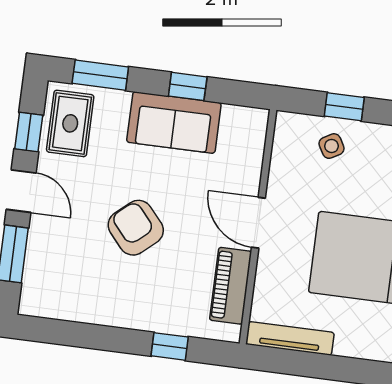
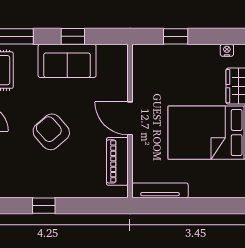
side table: (332, 146) -> (171, 63), removed
window: (170, 346) -> (44, 206), moved

